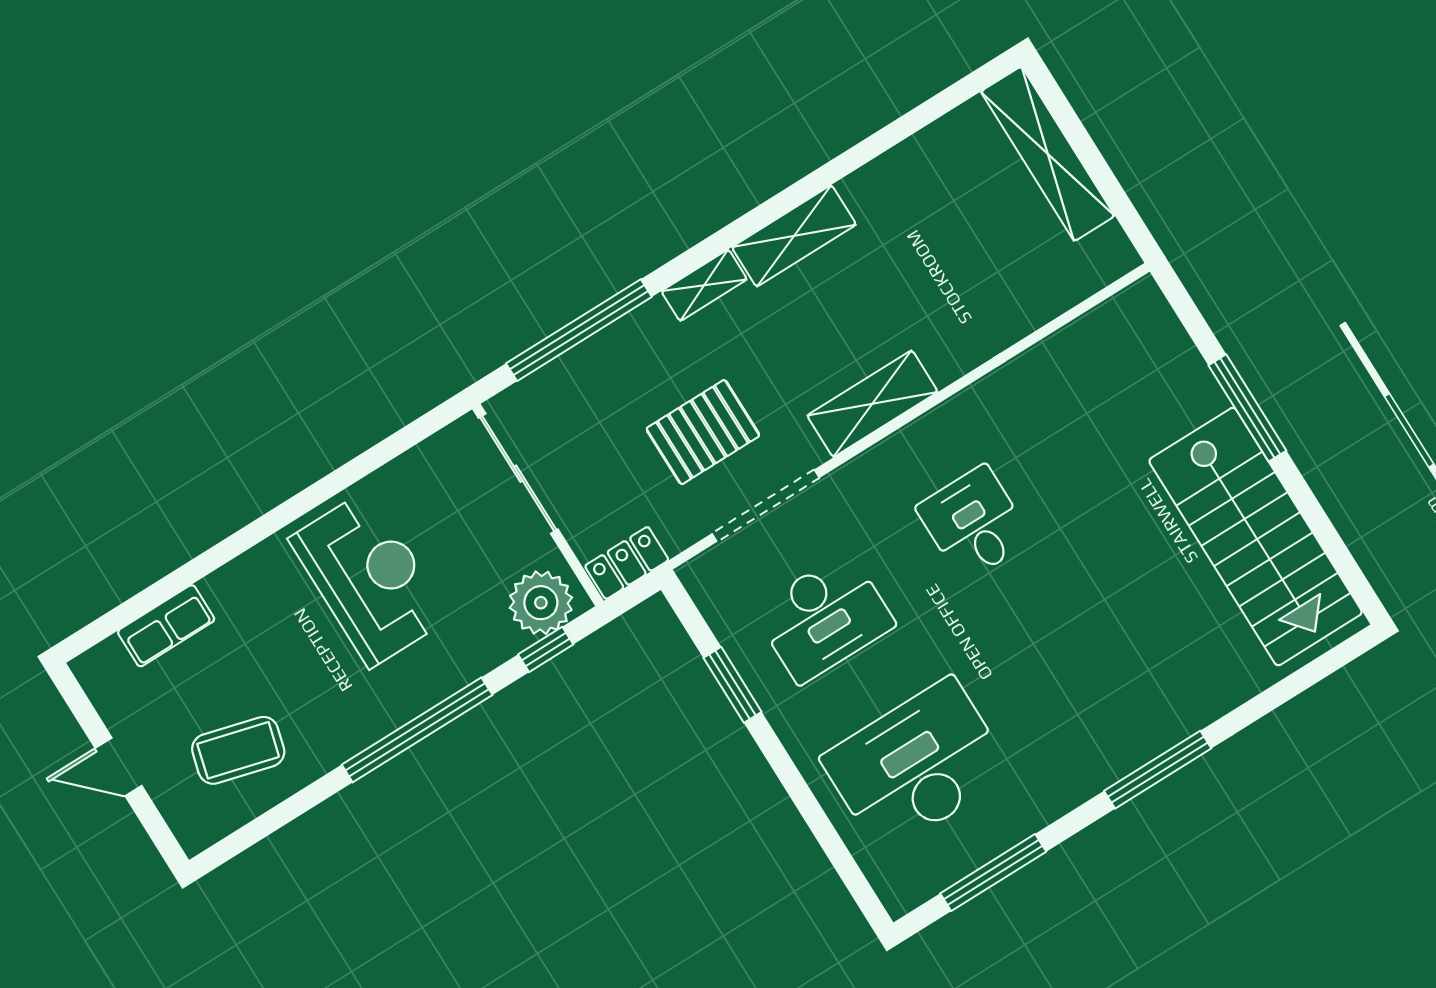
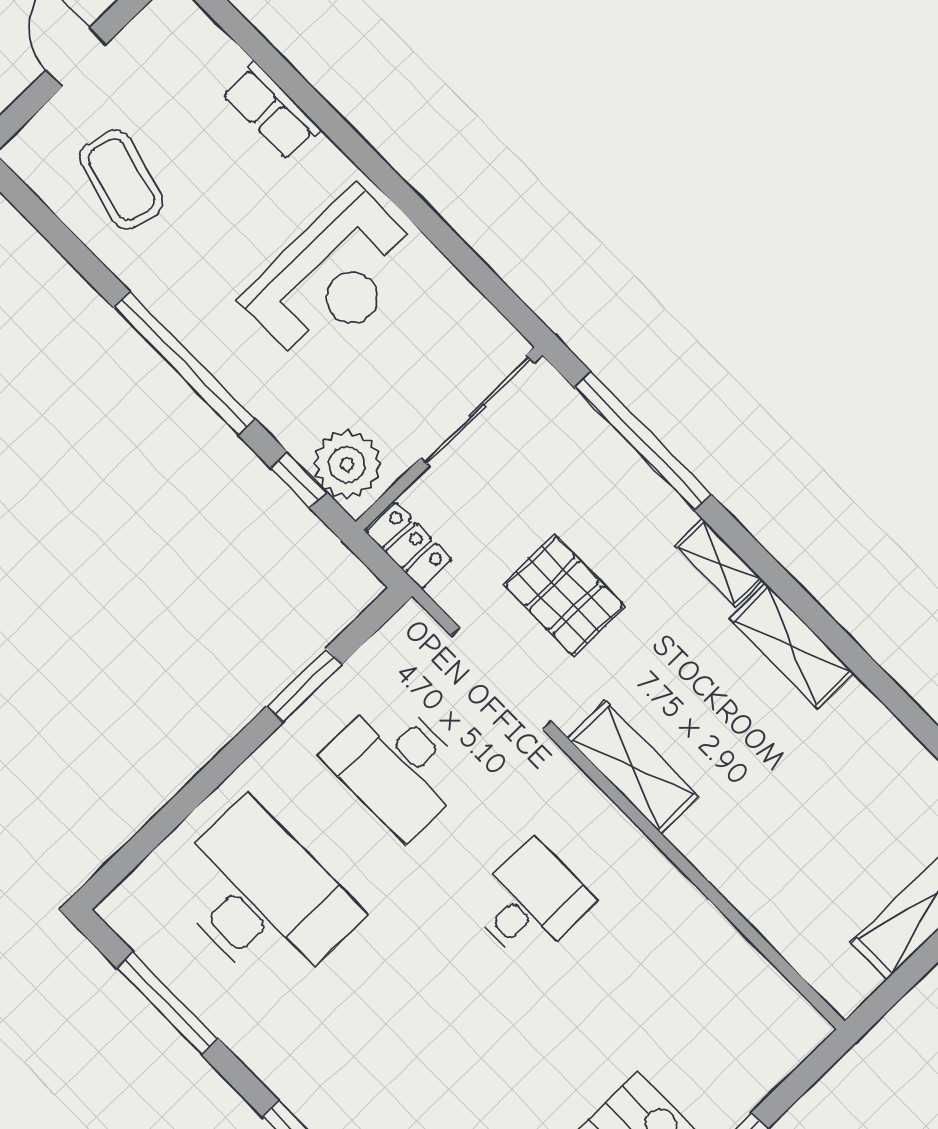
row of seats: (166, 626) -> (271, 111), moved

